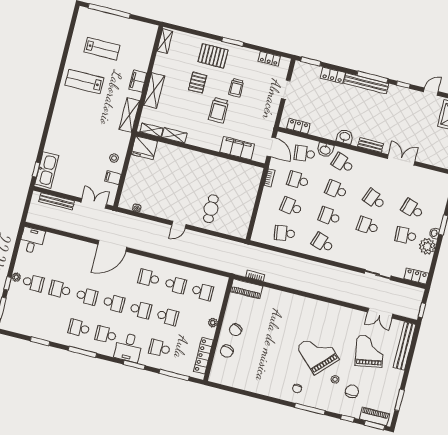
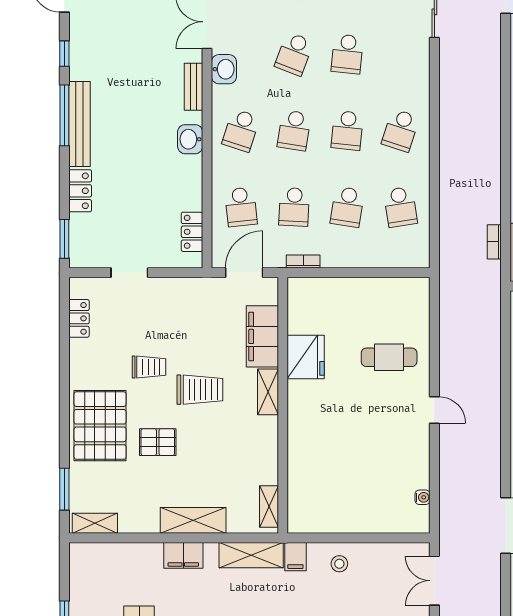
window: (233, 42) -> (64, 489), moved
pallet: (213, 56) -> (100, 426), width x1.37, depth x1.41
shelving: (174, 135) -> (268, 392), moved
fridge: (144, 148) -> (306, 357), moved
washbasin: (325, 150) -> (224, 69), moved
filing cabinet: (113, 178) -> (295, 557), moved

